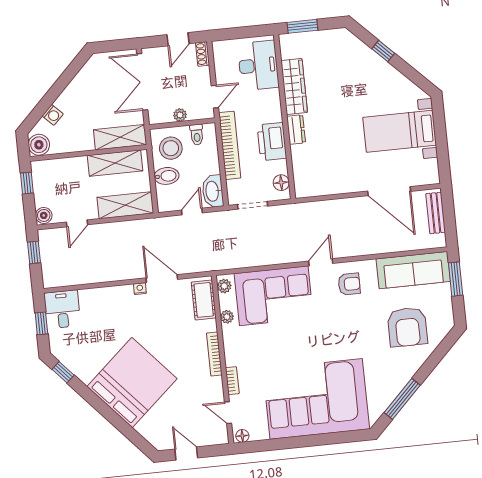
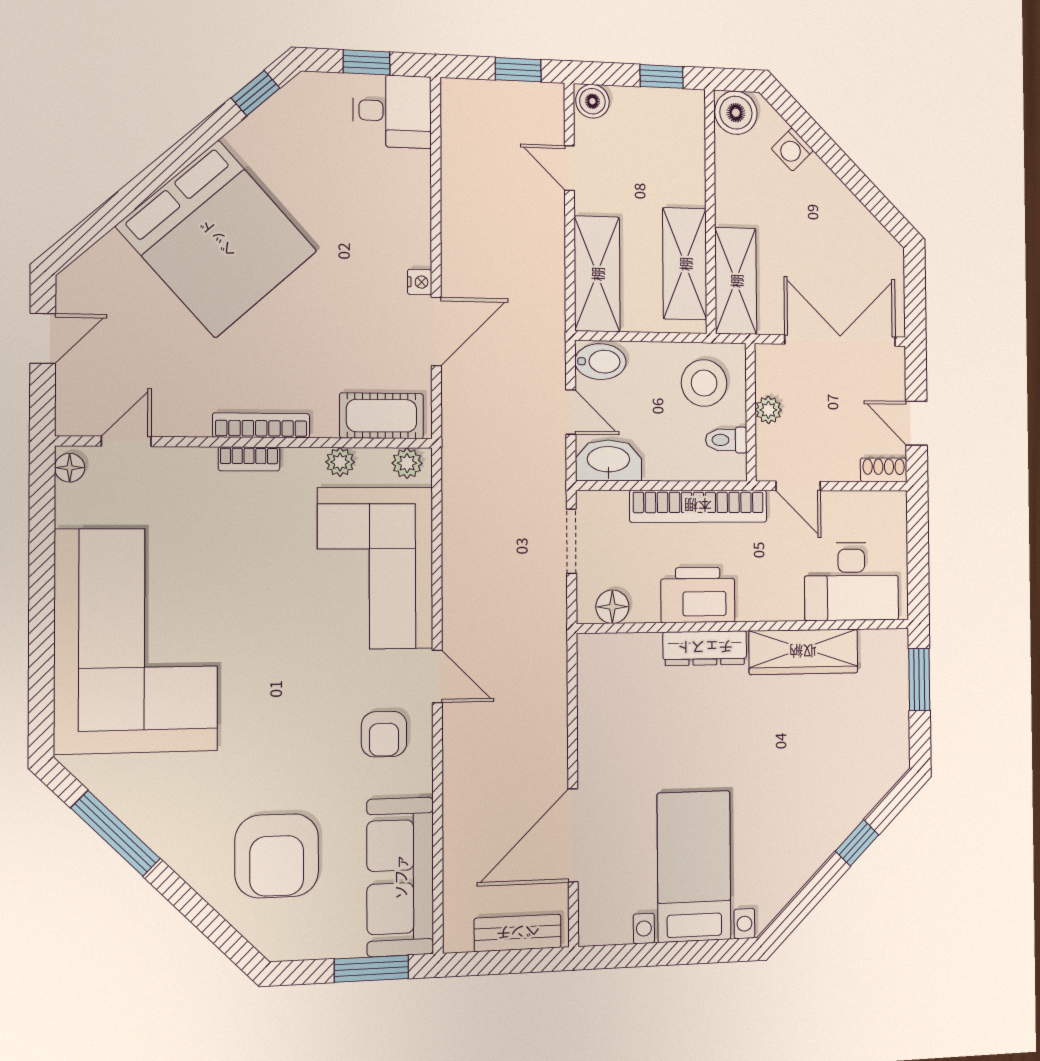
dresser: (296, 130) -> (705, 648), width x1.44
bidet: (167, 176) -> (600, 362), moved, turned -90
armchair: (407, 327) -> (277, 856), turned -90
bookcase: (232, 381) -> (249, 459), moved

